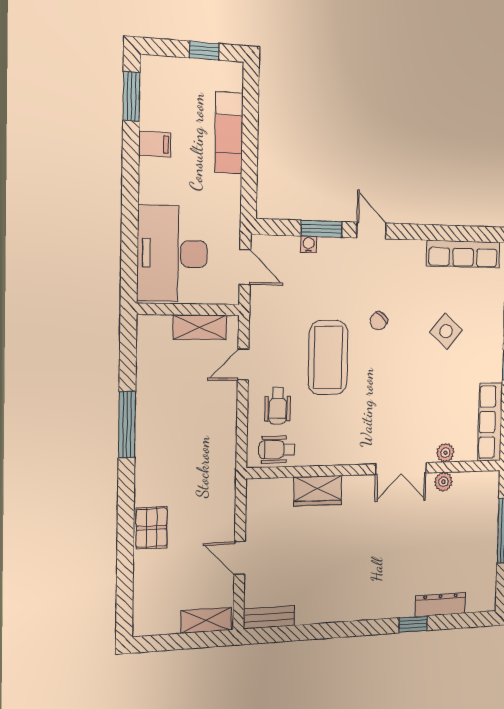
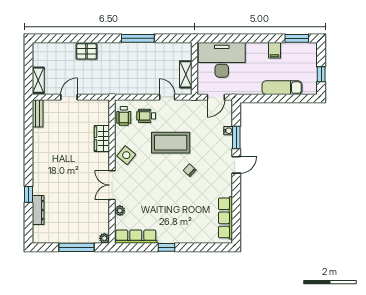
side table: (446, 331) -> (126, 155), moved
wheelchair: (277, 449) -> (124, 116), turned 180
plant: (443, 482) -> (104, 238), moved

